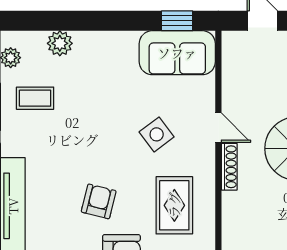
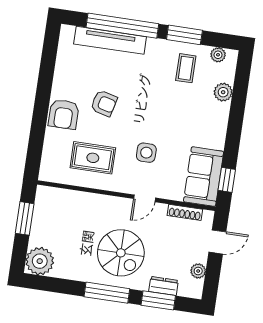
side table: (157, 134) -> (146, 153), turned 37
shoe rack: (229, 167) -> (185, 212), moved

